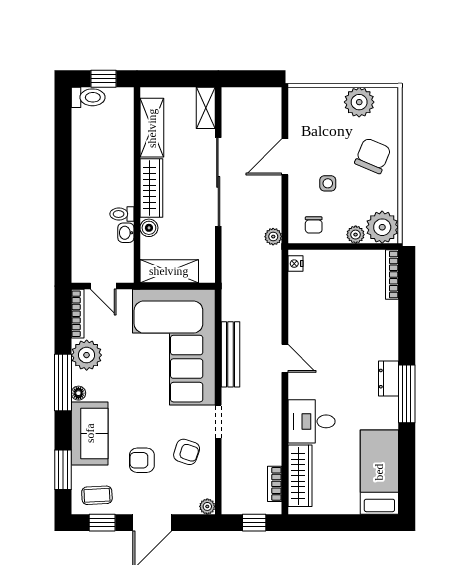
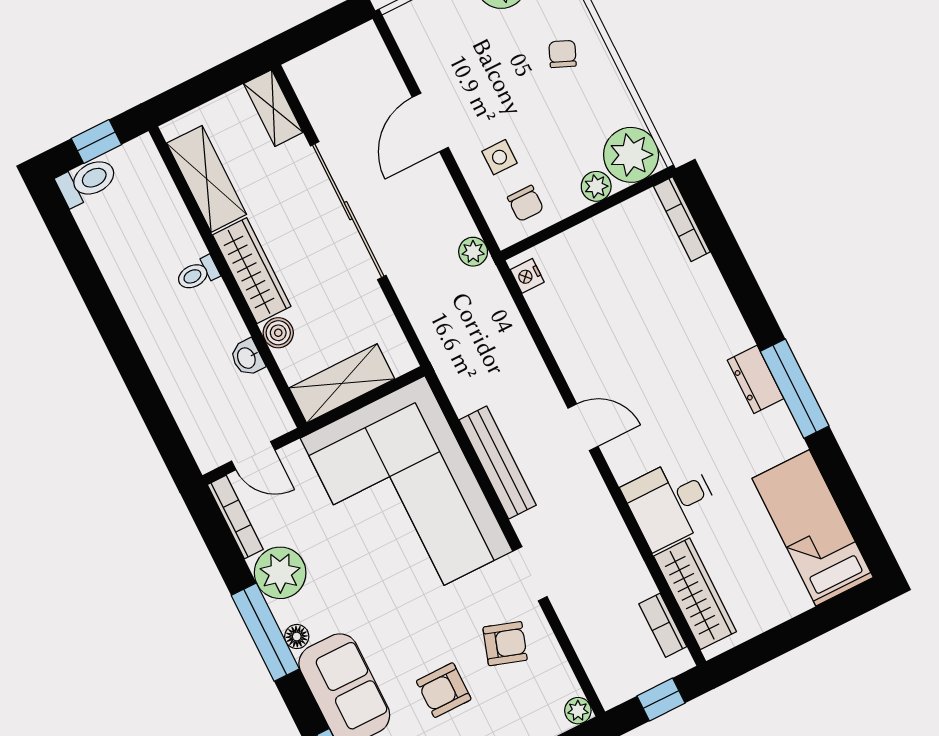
chair: (373, 156) -> (563, 54), width x0.54, depth x0.54
side table: (328, 183) -> (499, 157), moved
toilet: (122, 214) -> (197, 274), moved

